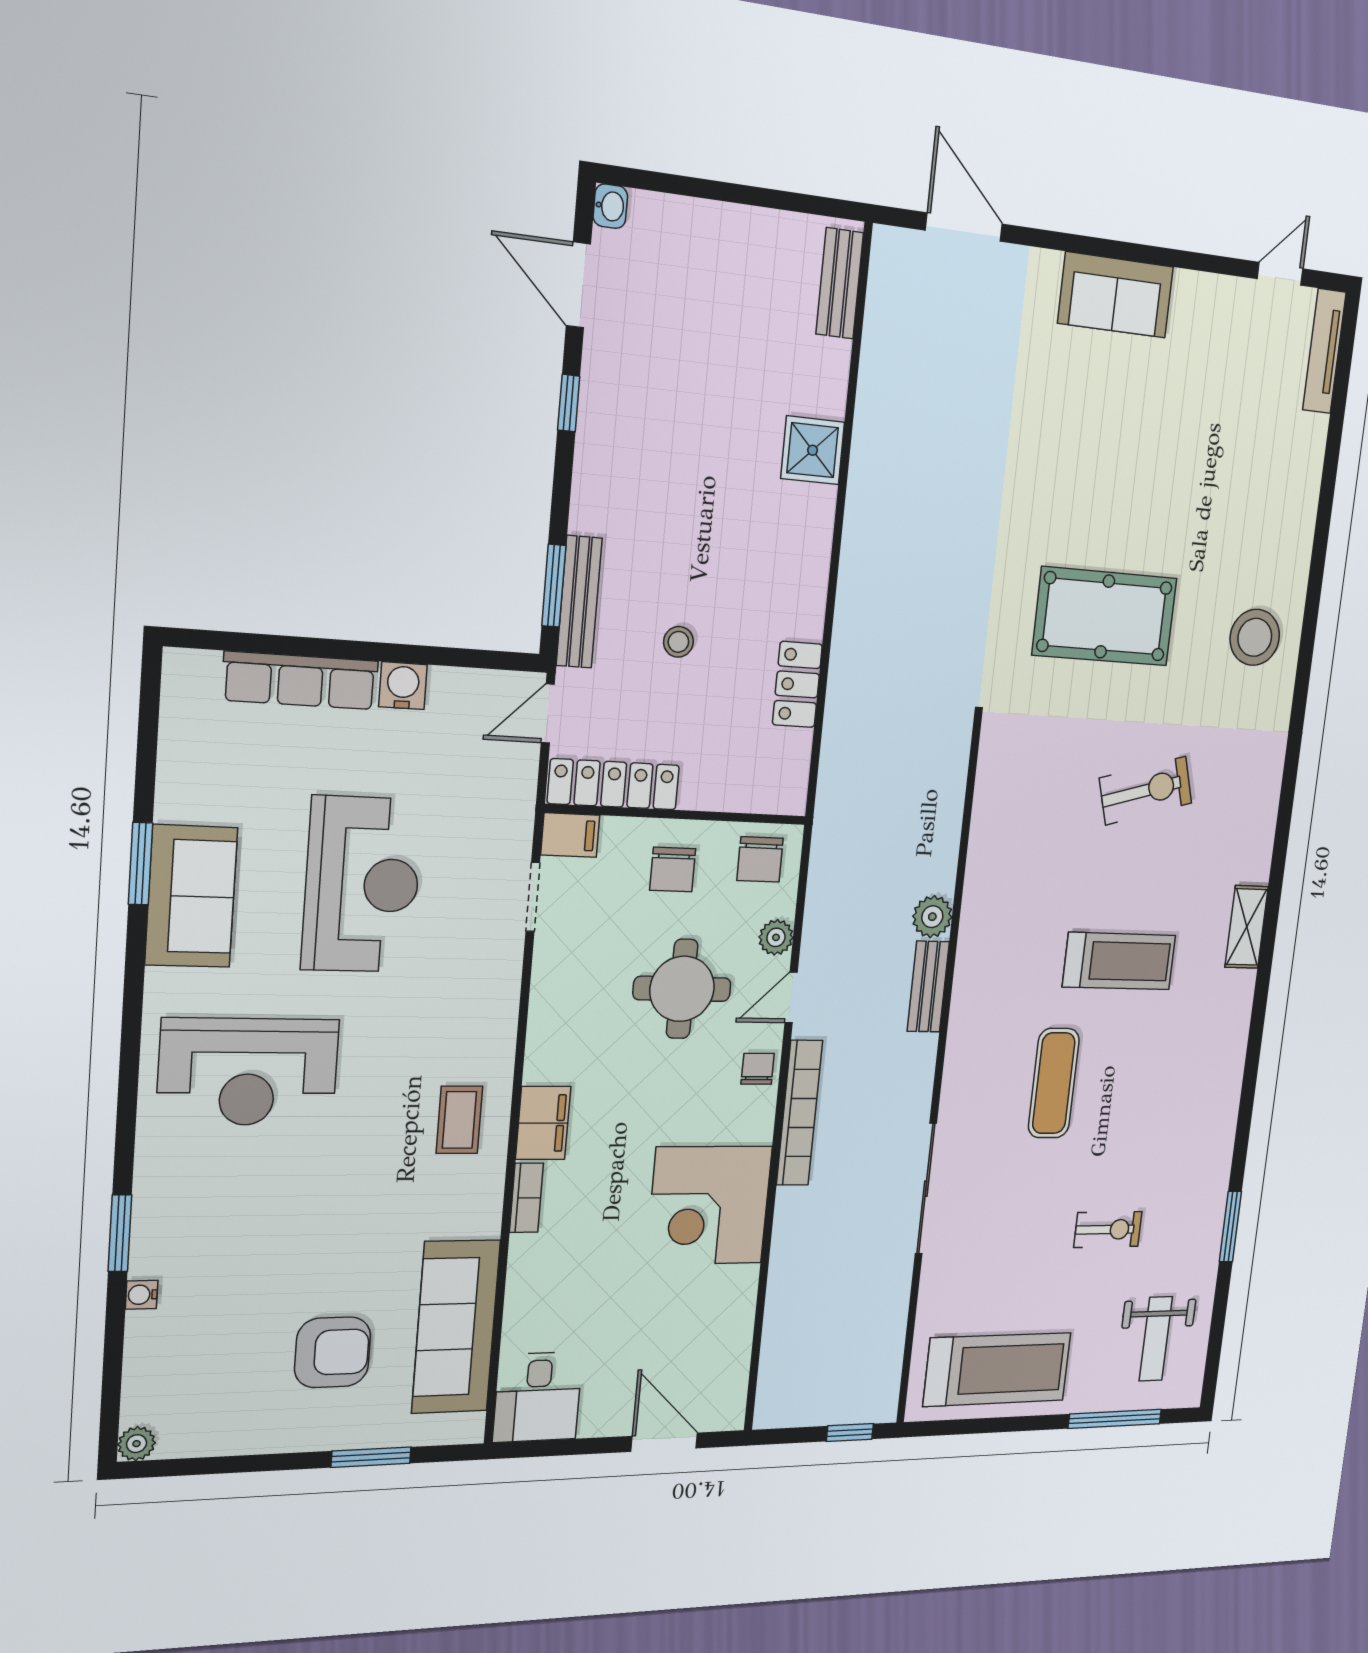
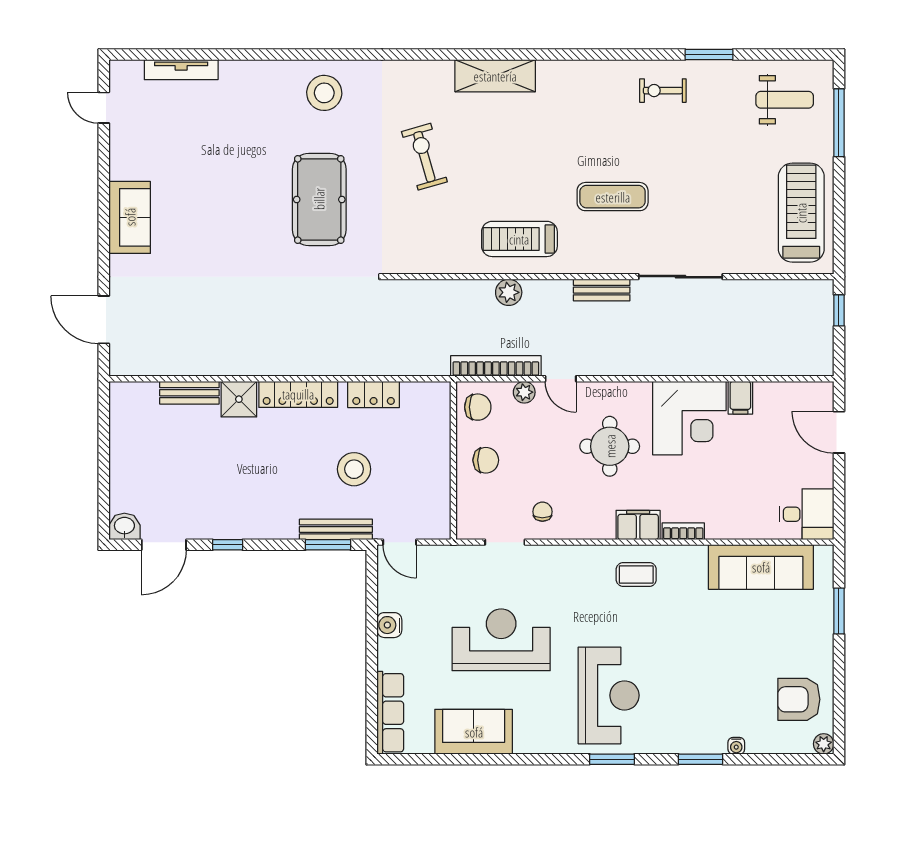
washbasin: (610, 206) -> (124, 526), width x1.38, depth x1.45
door: (964, 227) -> (104, 320), hinge flipped
bench: (840, 283) -> (189, 393), moved
tv unit: (1324, 351) -> (181, 70), moved
stool: (678, 642) -> (354, 469), width x1.89, depth x1.89
row of seats: (300, 681) -> (390, 713), moved
locker: (614, 784) -> (298, 394), moved, turned -90
filing cabinet: (570, 835) -> (740, 398), moved, turned 180
window: (141, 864) -> (612, 759), moved
sofa: (191, 896) -> (474, 732), moved
shelving: (1247, 927) -> (495, 76), width x1.50, depth x1.33
treadmill: (1119, 961) -> (519, 239), moved, turned -90
bench: (928, 987) -> (602, 290), moved
round table: (682, 989) -> (610, 446), moved
chair: (758, 1069) -> (542, 512), moved, turned 90
bookcase: (799, 1113) -> (496, 366), moved
exercise bike: (1108, 1229) -> (663, 91), moved, turned -90
armchair: (333, 1352) -> (799, 699), moved, turned -90
door: (664, 1442) -> (839, 432), hinge flipped

